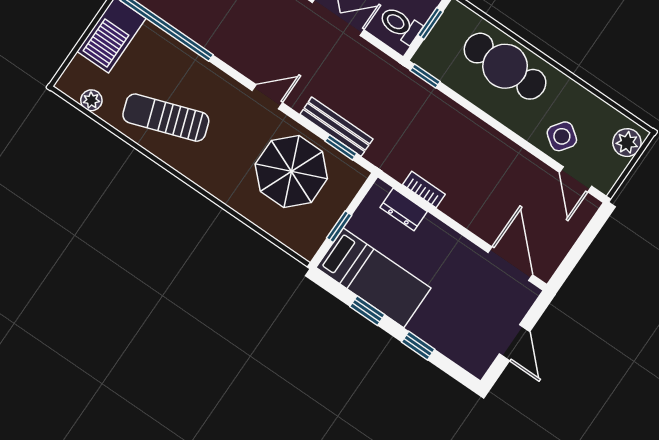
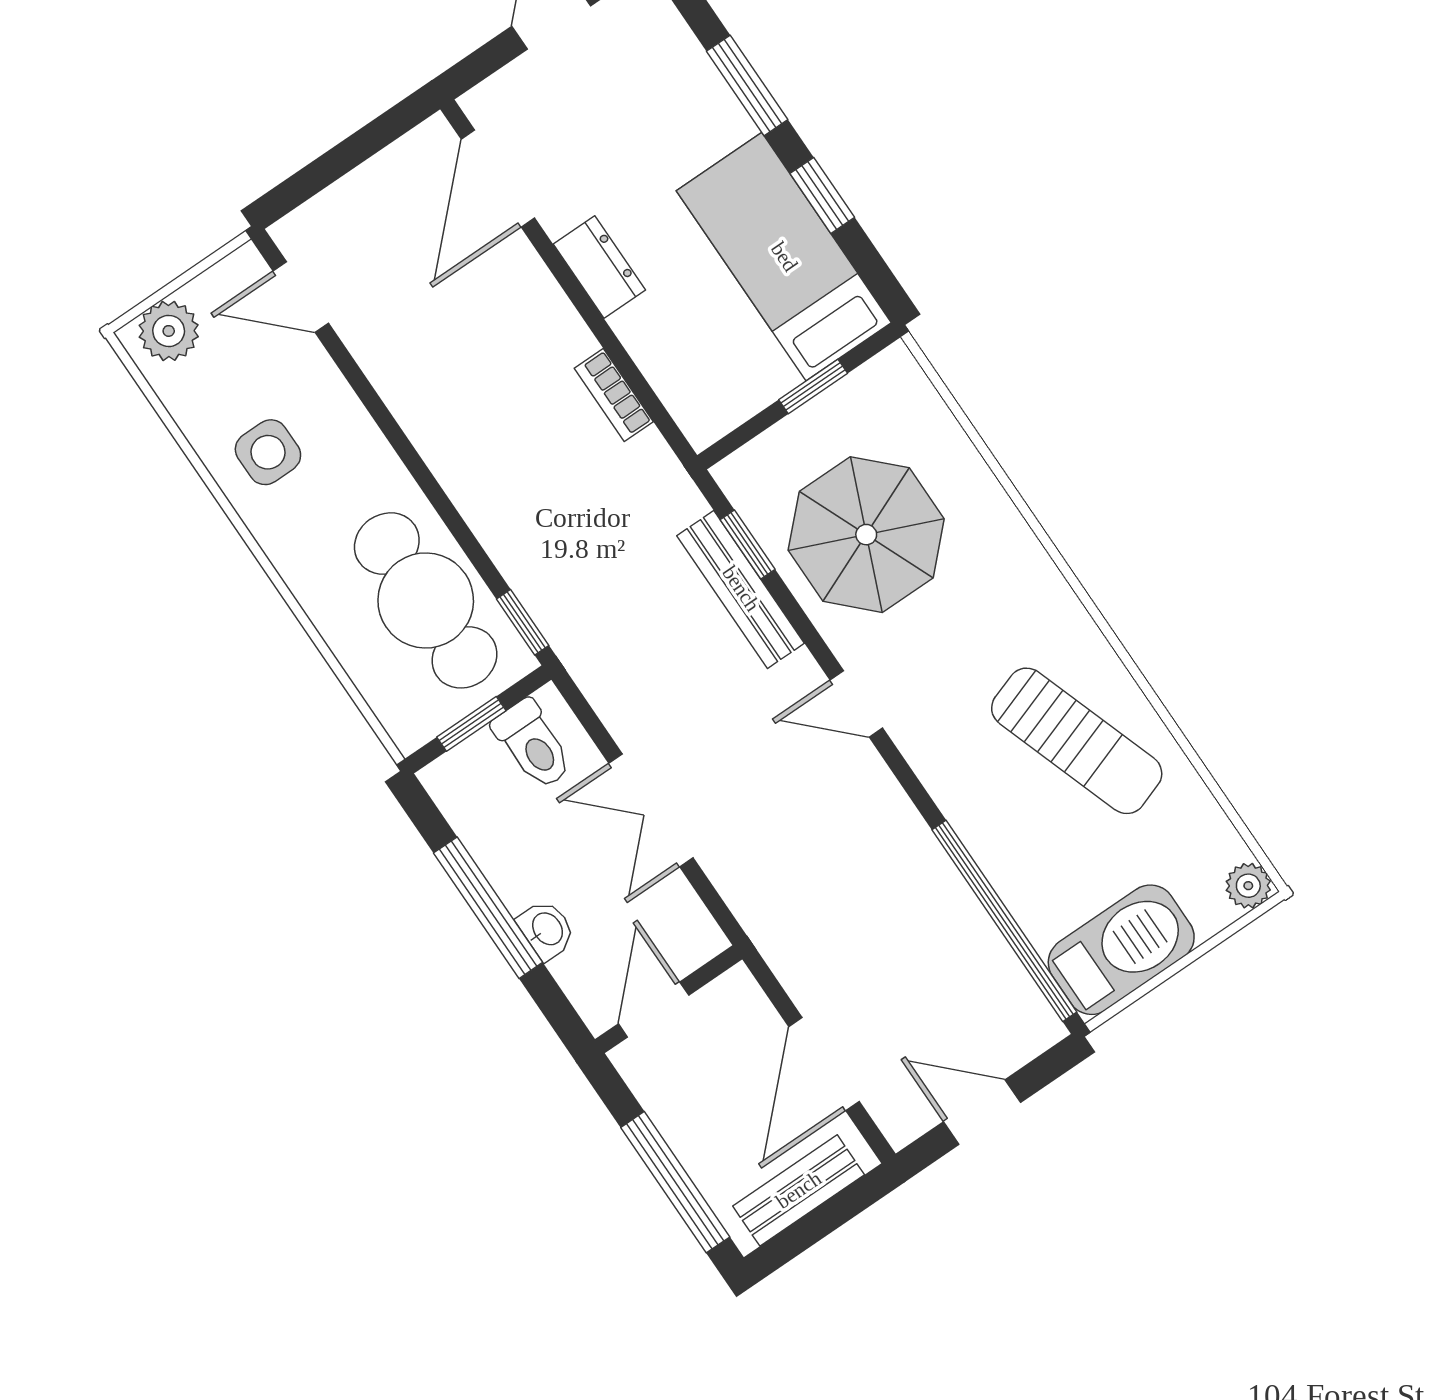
cafe table: (505, 66) -> (426, 600), moved
plant: (91, 100) -> (1248, 886), moved
side table: (562, 136) -> (268, 452), moved, turned -36
door: (576, 179) -> (301, 297), swing flipped
dresser: (404, 209) -> (599, 267), moved
window: (418, 346) -> (747, 85), width x1.50

